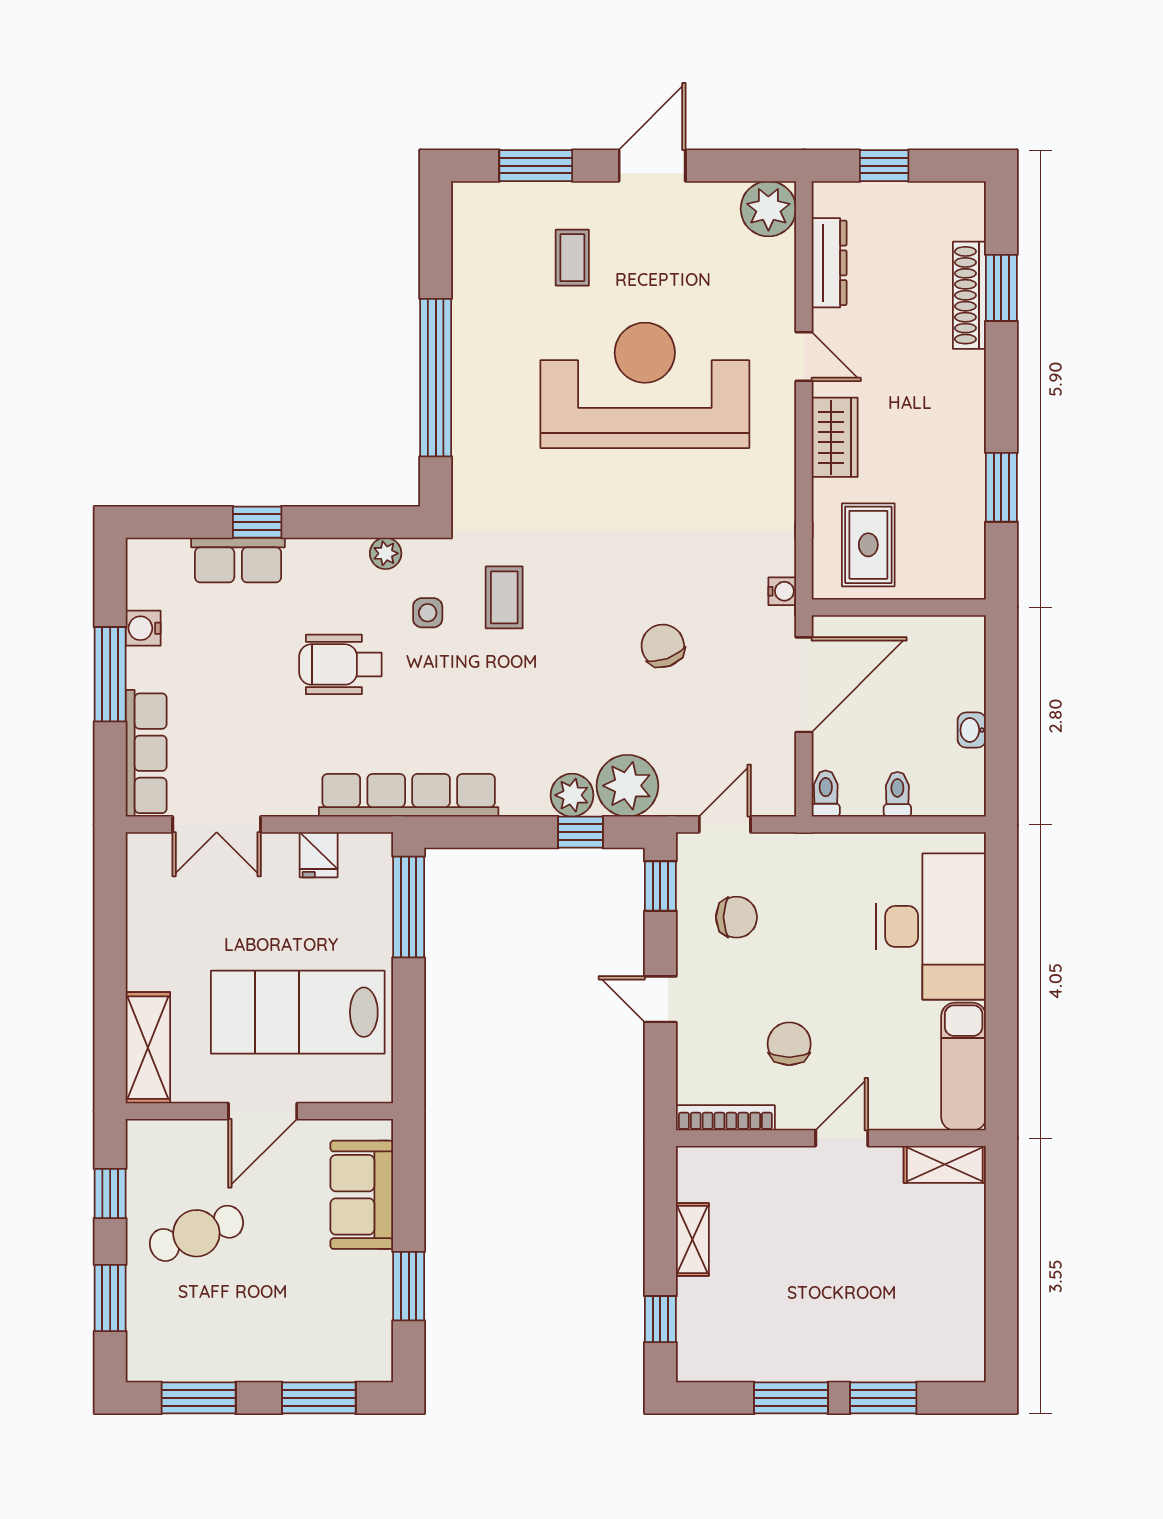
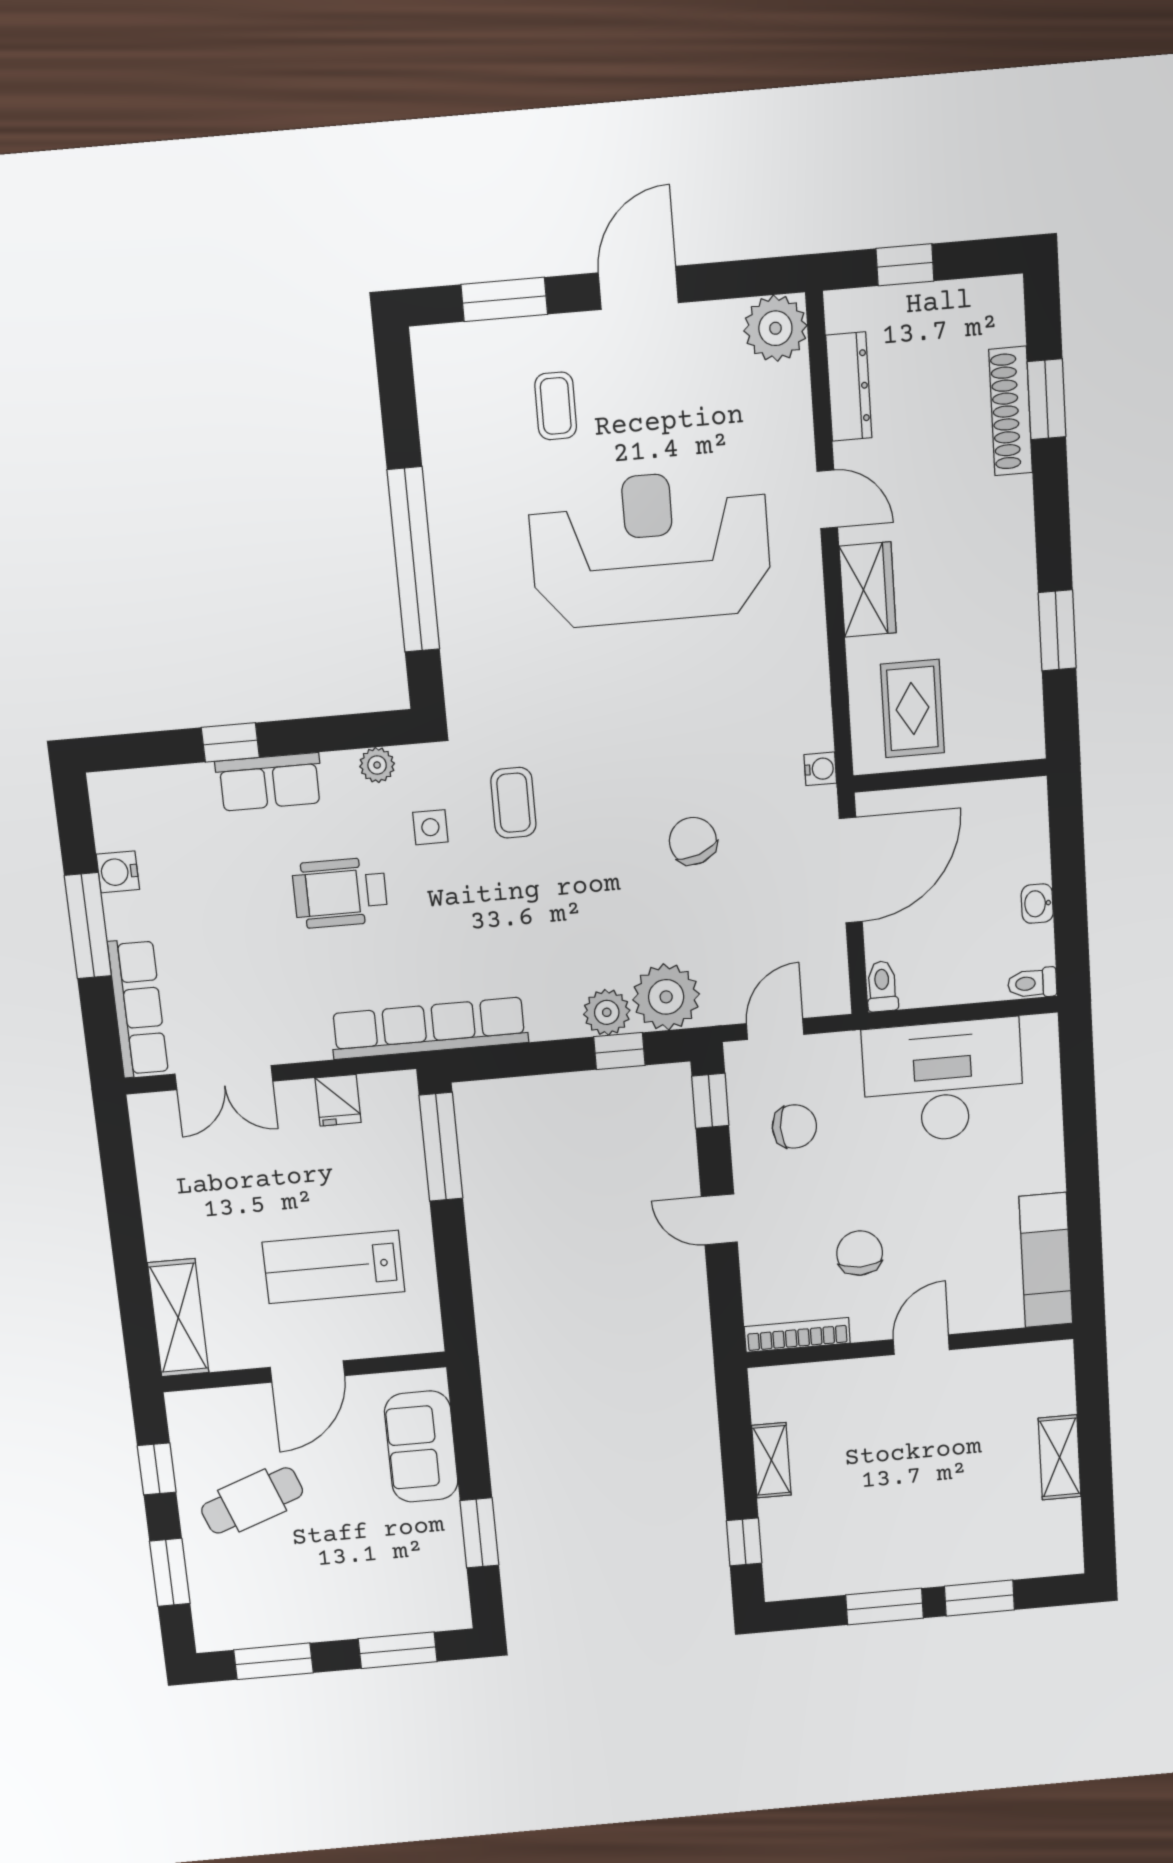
row of seats: (238, 560) -> (269, 782), moved
toilet: (897, 794) -> (1032, 983), moved, turned -90
desk: (931, 926) -> (943, 1081), moved, turned -90
lab bench: (298, 1012) -> (334, 1267), width x0.73, depth x0.72
shelving: (945, 1164) -> (1060, 1457), moved, turned 90

